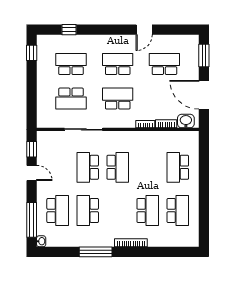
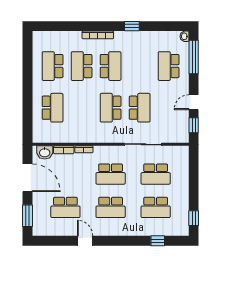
door: (144, 30) -> (85, 241), hinge flipped
school desk: (71, 99) -> (156, 174), turned 180
door: (32, 173) -> (194, 102), hinge flipped
school desk: (88, 210) -> (111, 66), moved
window: (96, 252) -> (132, 26), width x0.46

